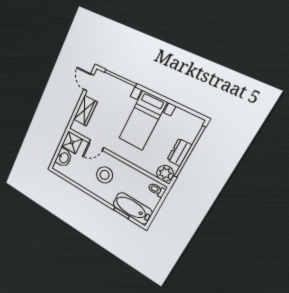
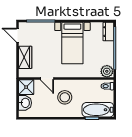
door: (96, 145) -> (47, 79), hinge flipped
dresser: (179, 152) -> (108, 32), moved

